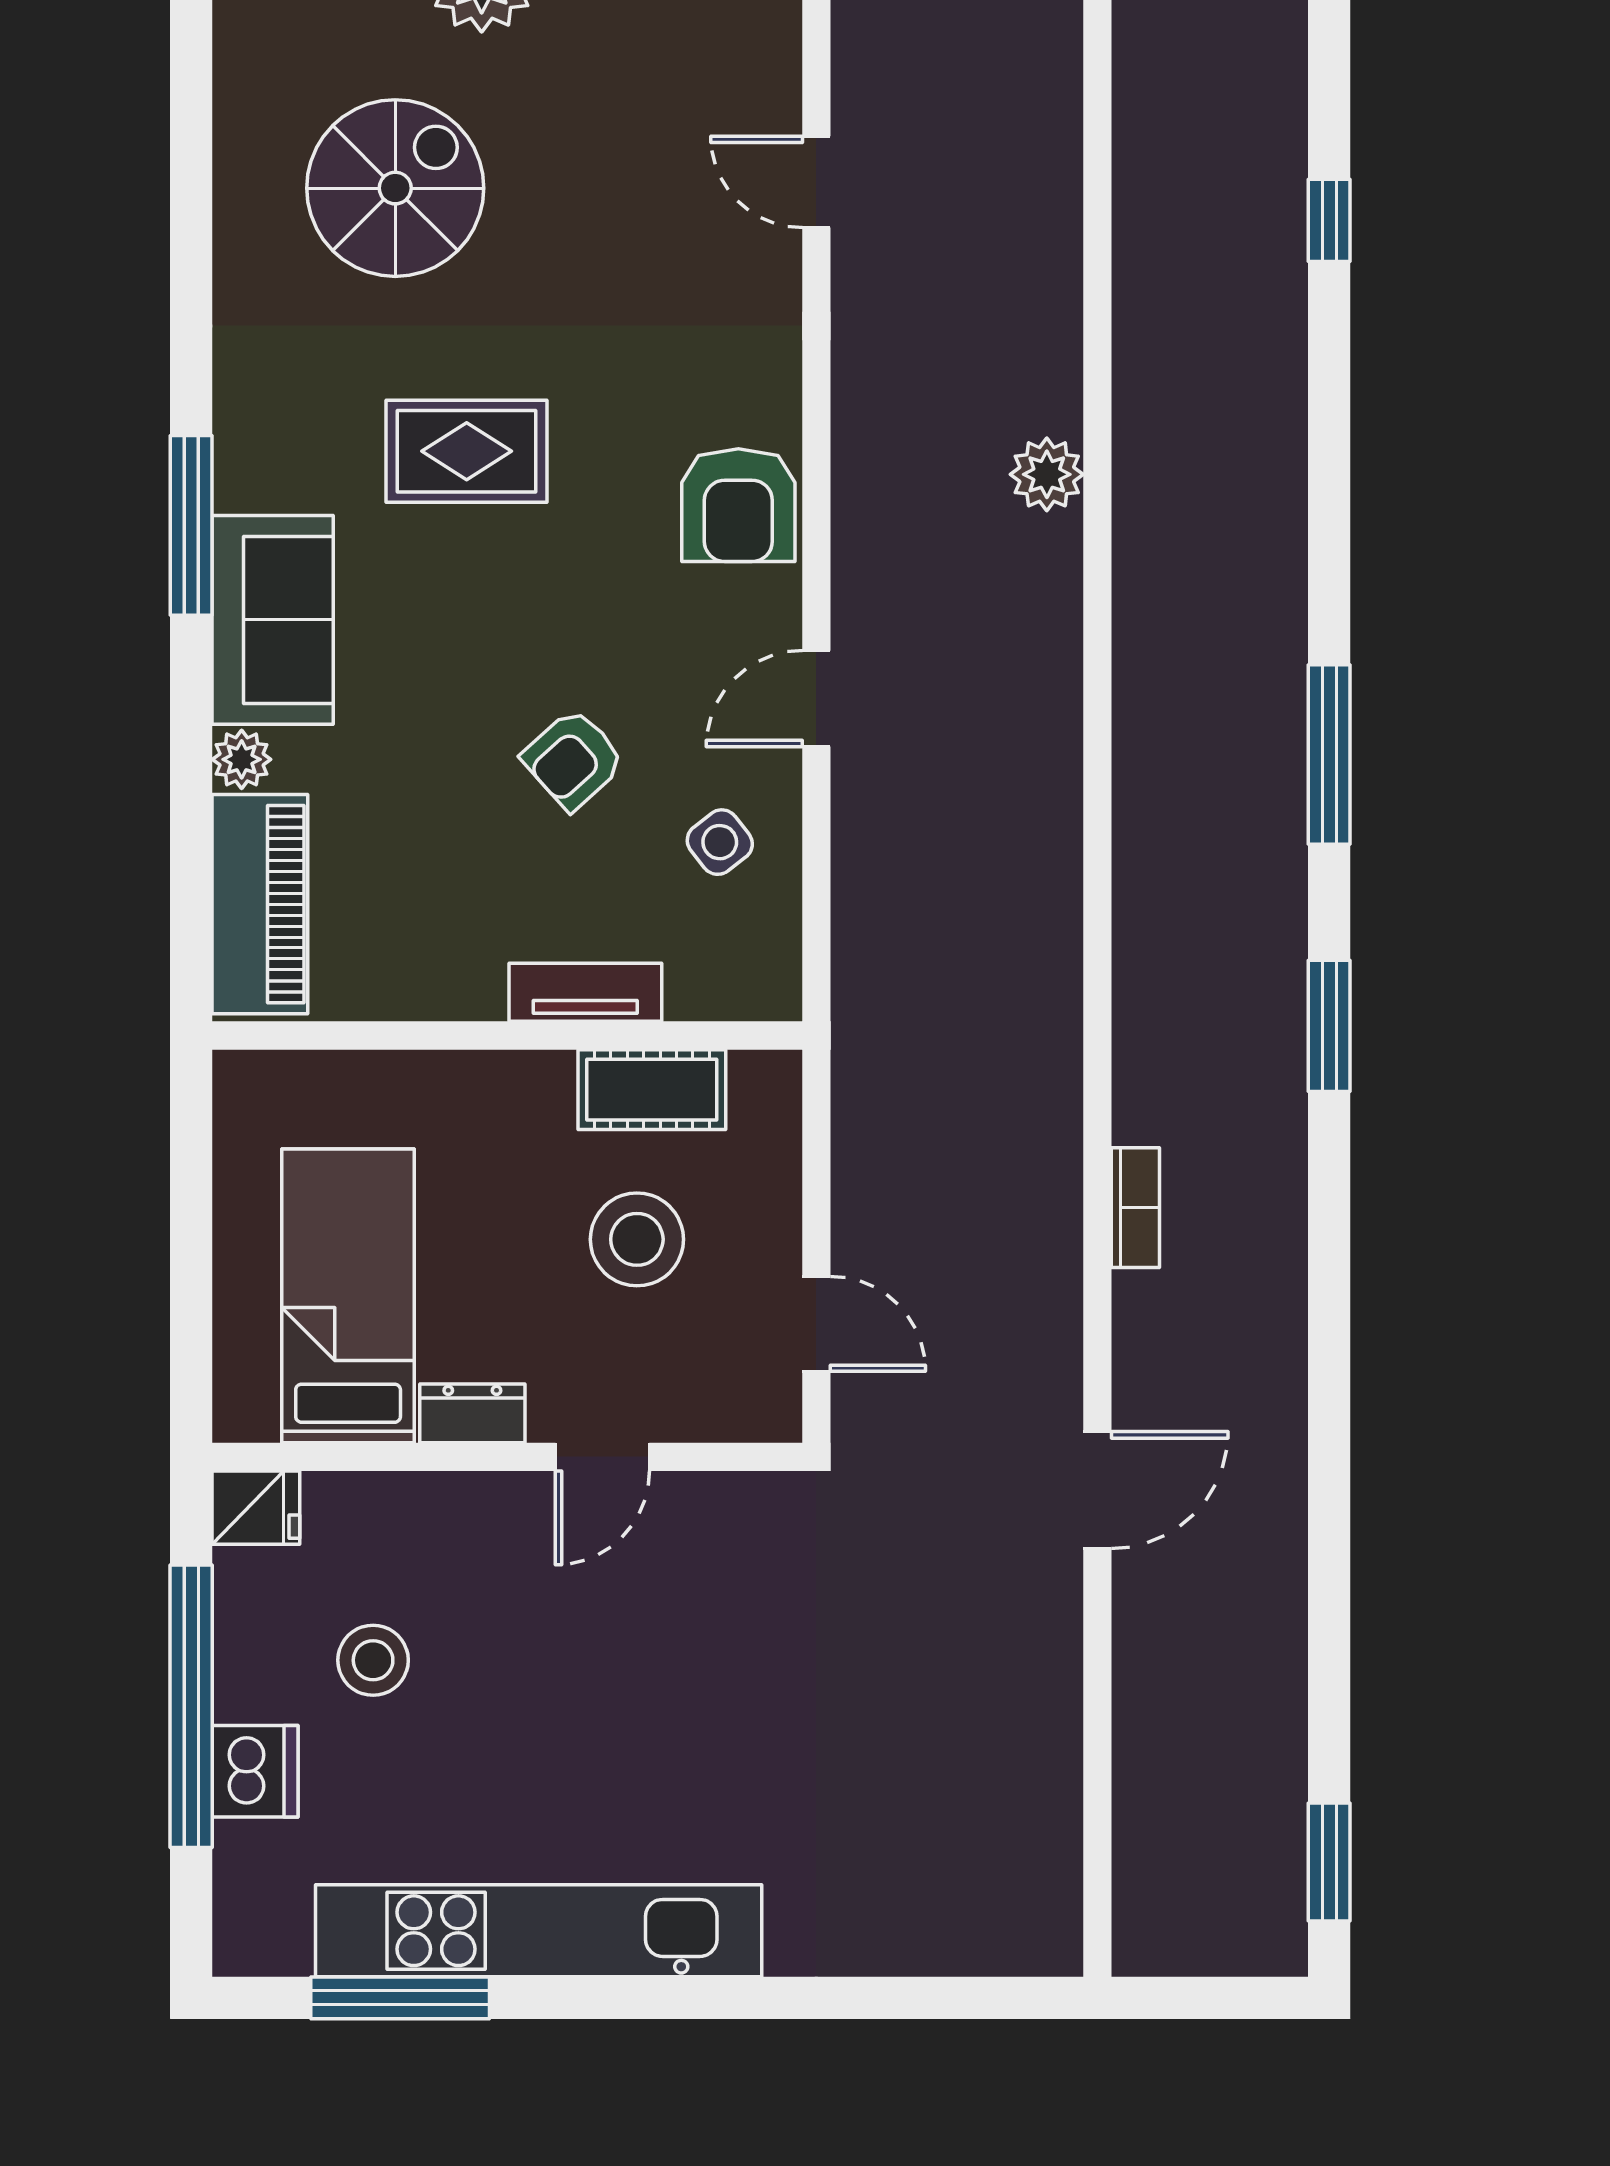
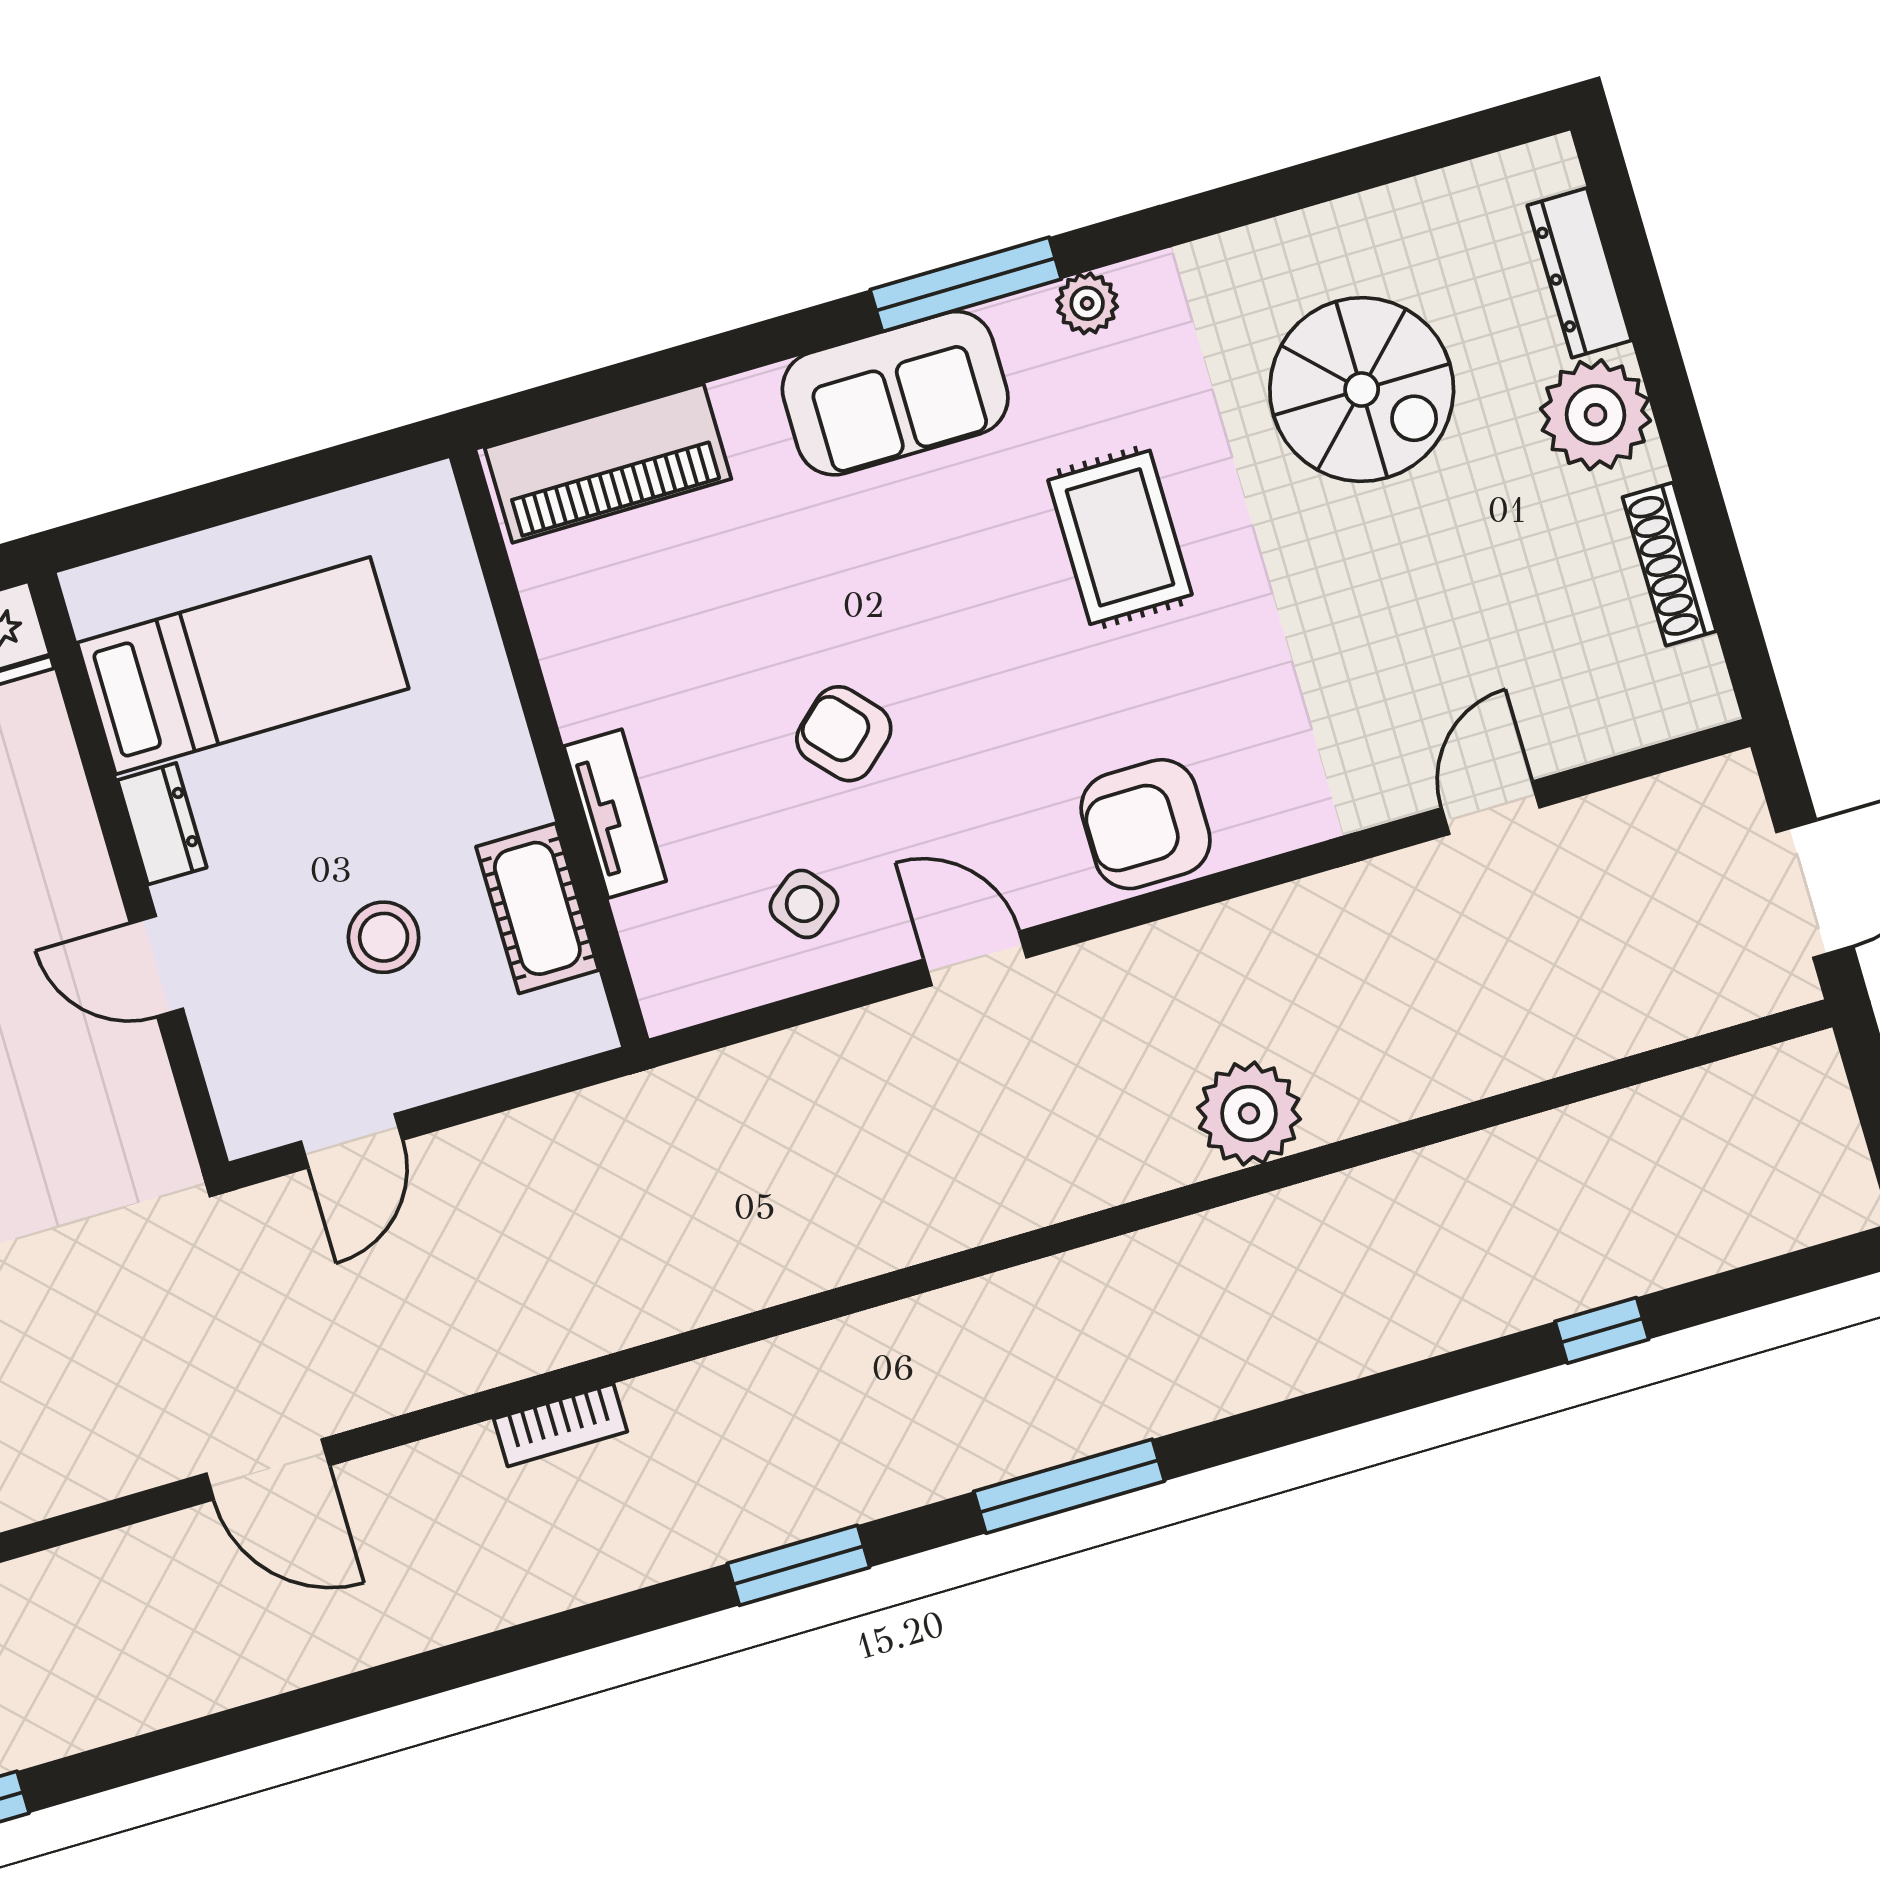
plant: (1047, 474) -> (1249, 1113), width x1.36, depth x1.36
plant: (242, 759) -> (1087, 303), moved
stool: (637, 1239) -> (384, 937), width x0.73, depth x0.73

